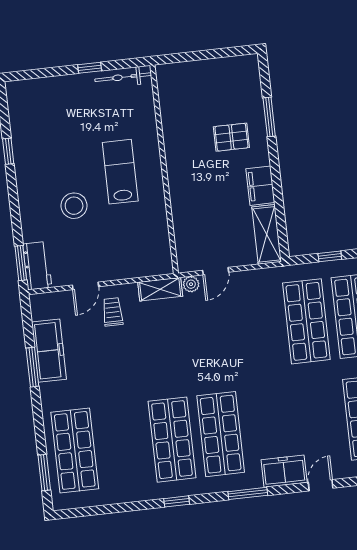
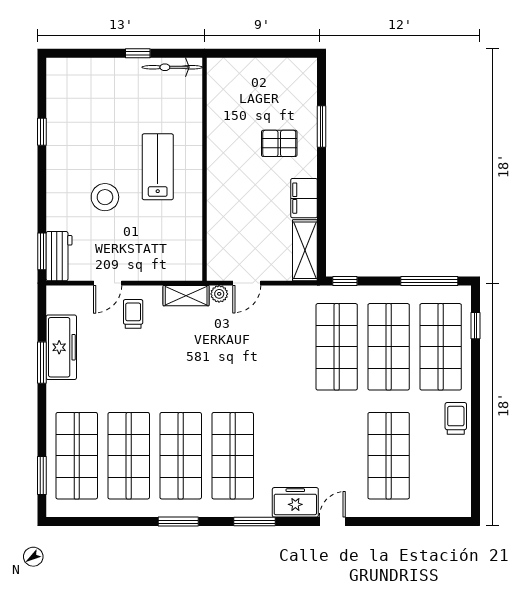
window: (330, 256) -> (345, 281), moved
shop shelf: (123, 445) -> (129, 456), added
window: (177, 501) -> (178, 522), width x1.50

